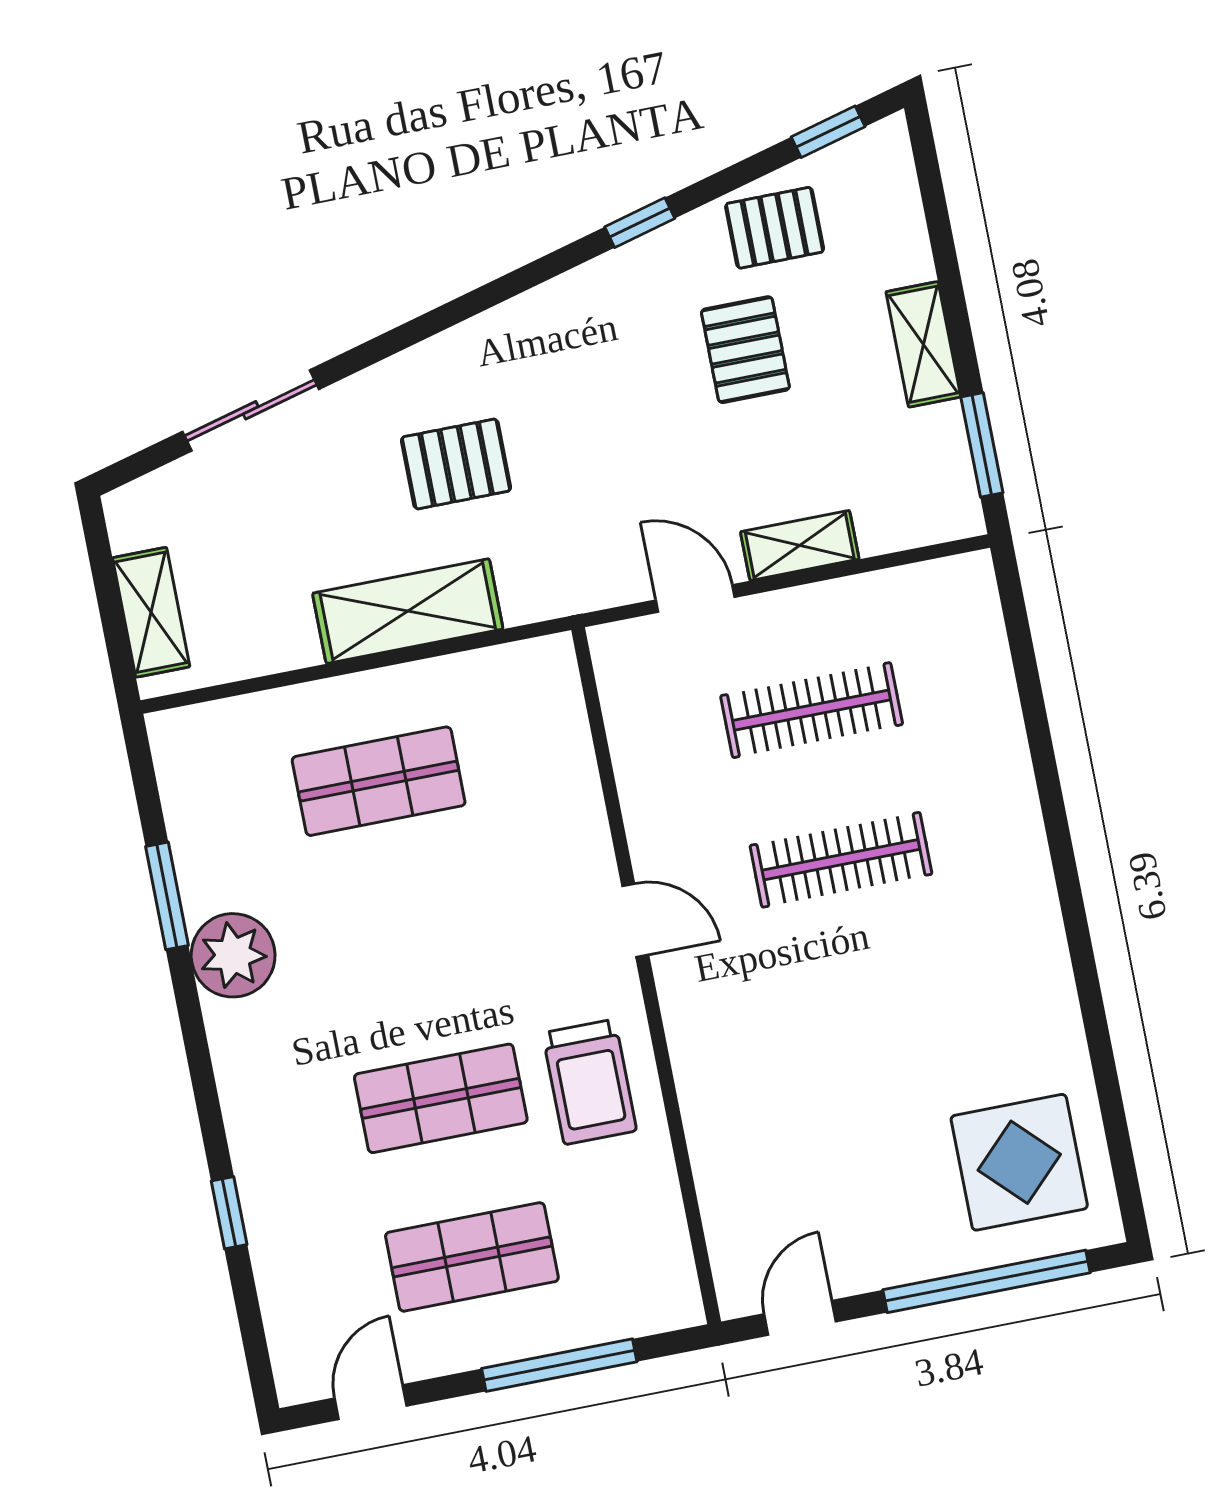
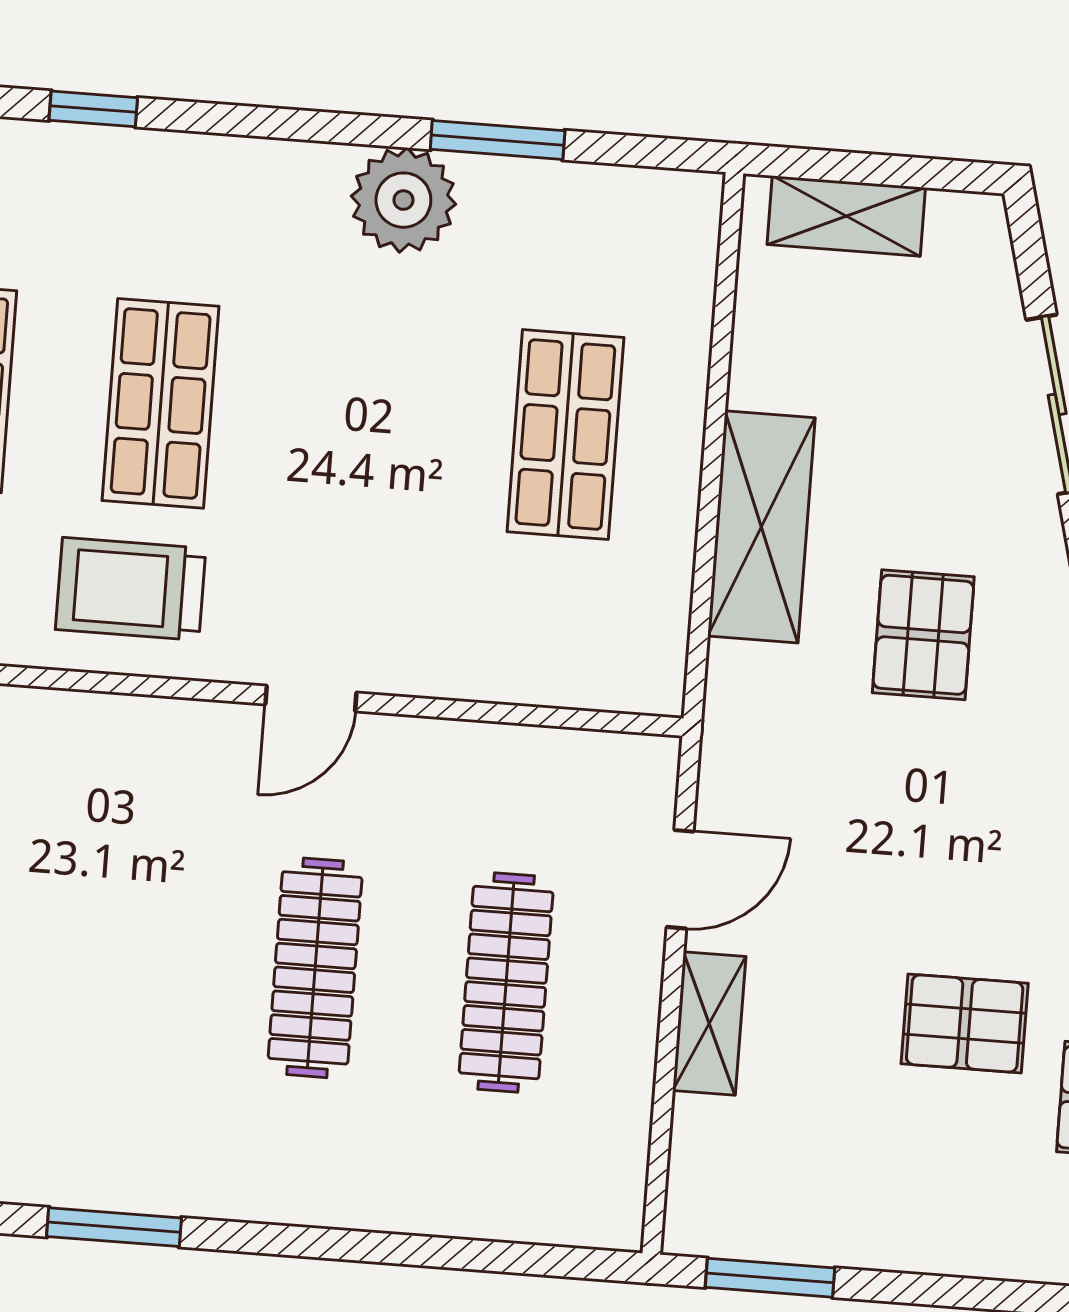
shelving: (923, 344) -> (911, 1241), removed
window: (1083, 959) -> (114, 1227), added

